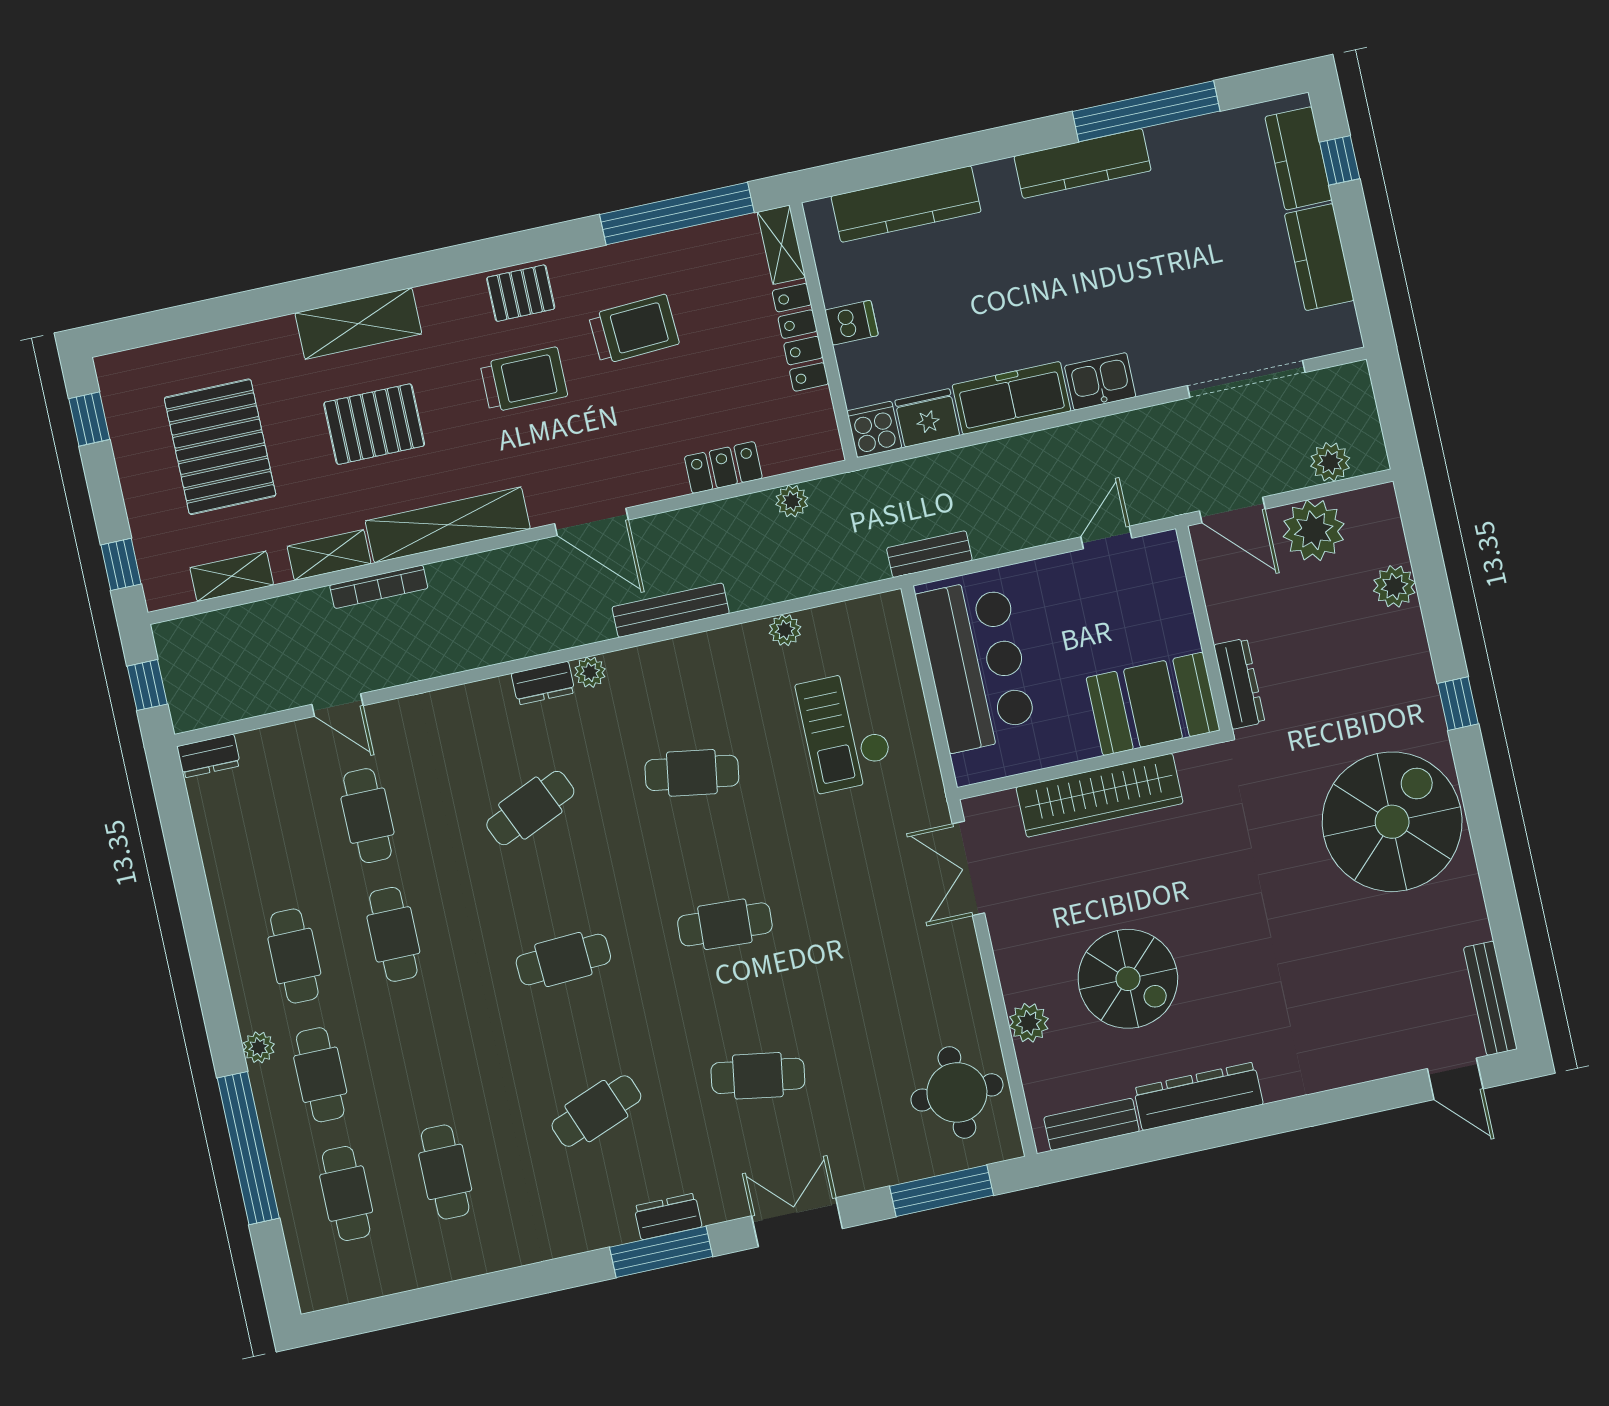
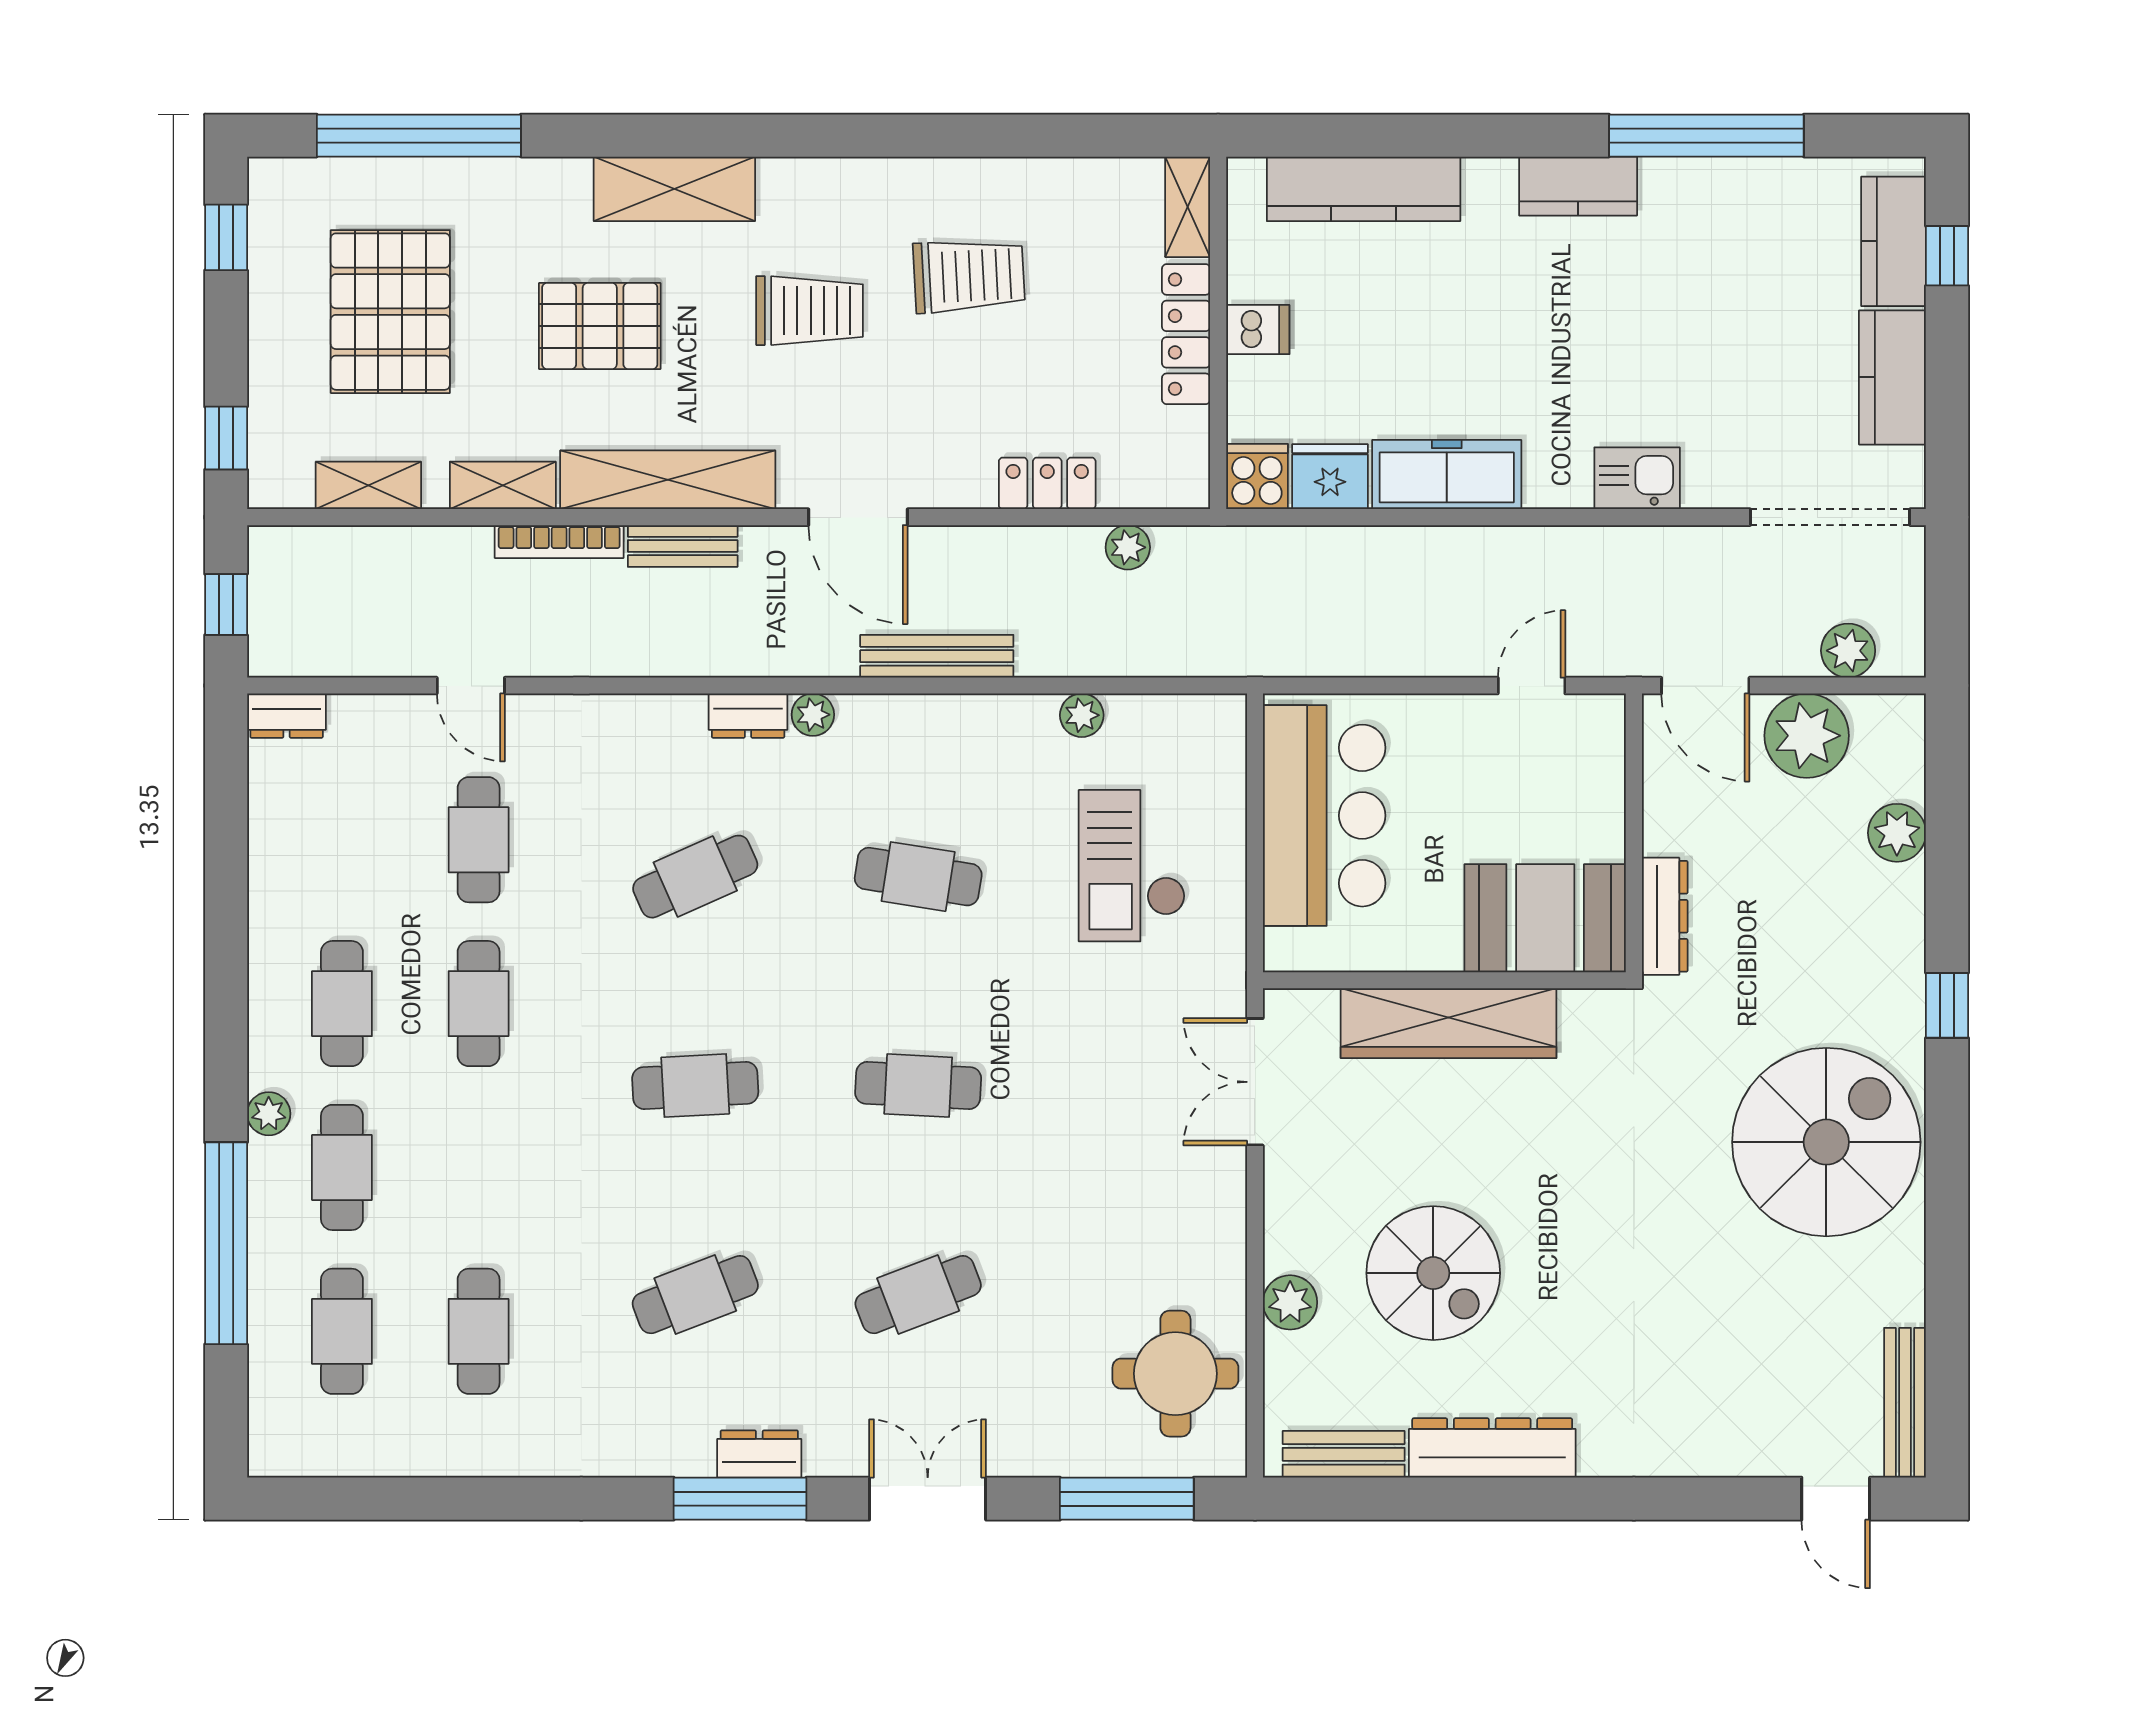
kitchen counter: (1083, 163) -> (1578, 186), width x0.67
window: (677, 214) -> (419, 136), moved
pallet: (521, 293) -> (830, 196), removed
shelving: (358, 323) -> (674, 189), moved
doorway: (1246, 379) -> (1830, 517), moved
kitchen sink: (1100, 381) -> (1637, 478), moved
bench: (929, 554) -> (683, 546), moved
cafe table: (758, 1076) -> (918, 1295), turned -30

